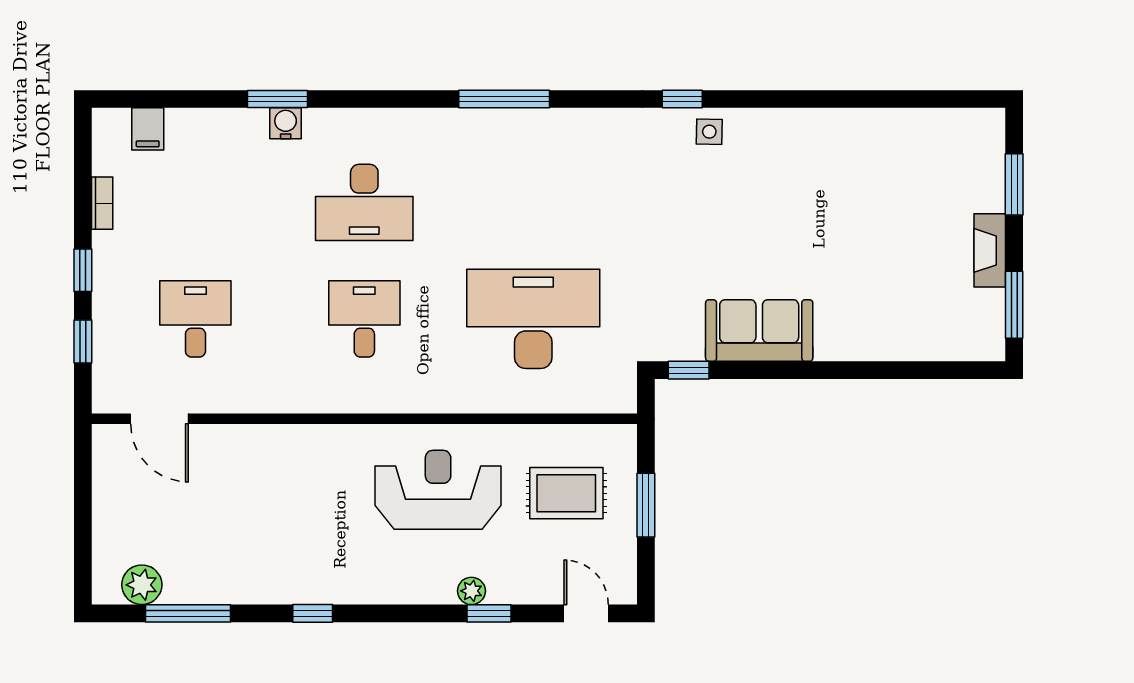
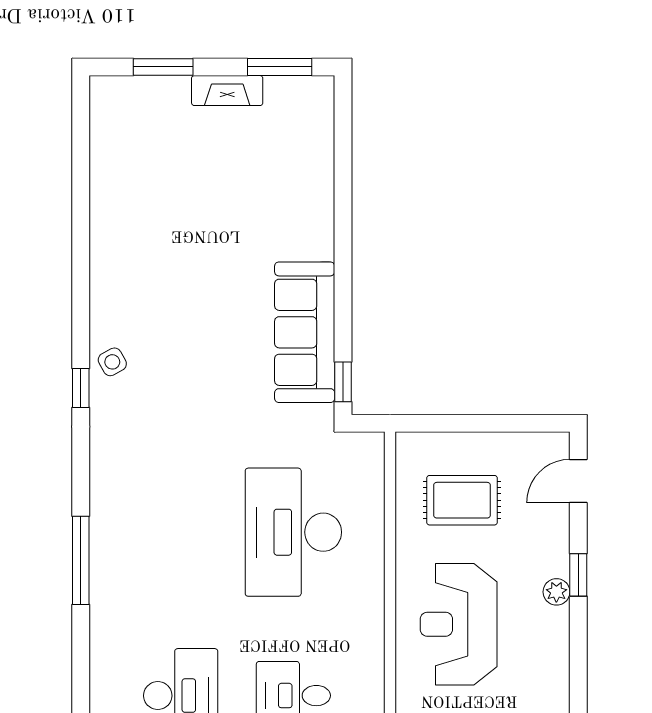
side table: (709, 132) -> (112, 362), turned -30
sofa: (759, 331) -> (305, 332), width x1.36
rug: (566, 493) -> (462, 500), turned 90
window: (646, 505) -> (474, 423), removed

